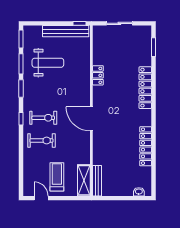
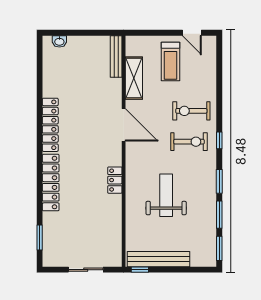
weight bench: (48, 63) -> (166, 195), moved, turned 90
locker: (98, 75) -> (115, 180), moved
exercise bike: (43, 118) -> (189, 142), turned 180
door: (91, 119) -> (124, 125), moved
locker: (146, 146) -> (50, 125), moved
shelving: (84, 180) -> (134, 78), moved

